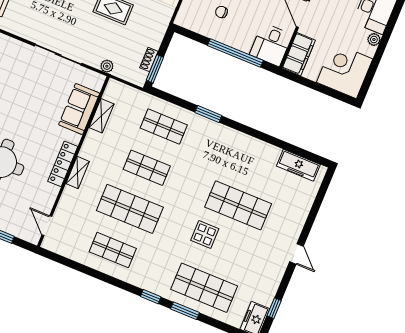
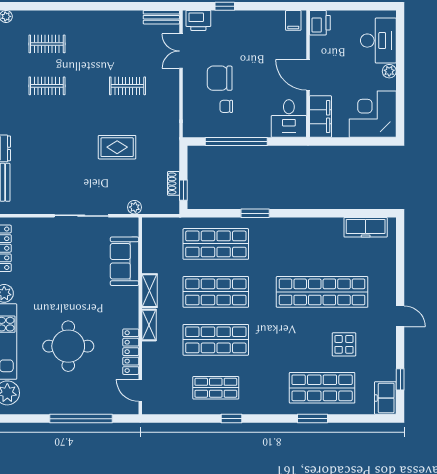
window: (235, 53) -> (236, 142), moved
window: (155, 69) -> (183, 190), width x0.67
shelving: (102, 116) -> (149, 291), moved
shop shelf: (164, 127) -> (216, 244), width x1.43, depth x1.36
locker: (63, 164) -> (131, 352), moved
shop shelf: (147, 168) -> (216, 292), width x1.43, depth x1.36
shop shelf: (238, 205) -> (322, 292), width x1.40
display table: (205, 234) -> (344, 344), moved
window: (151, 297) -> (232, 419), moved

